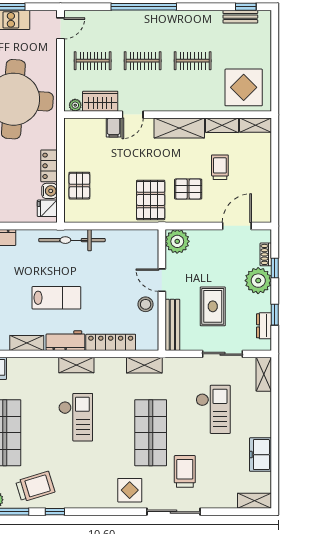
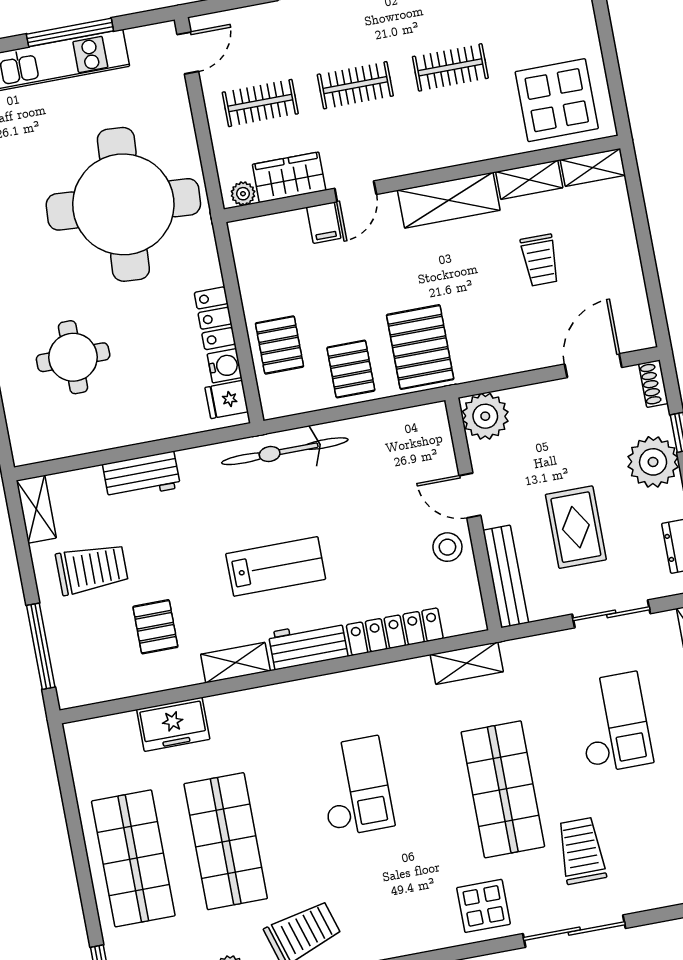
trolley: (220, 167) -> (540, 260), turned 180
pallet: (188, 189) -> (351, 369), moved, turned 90
shoe rack: (266, 254) -> (653, 384), moved
shelving: (76, 365) -> (338, 687), removed

